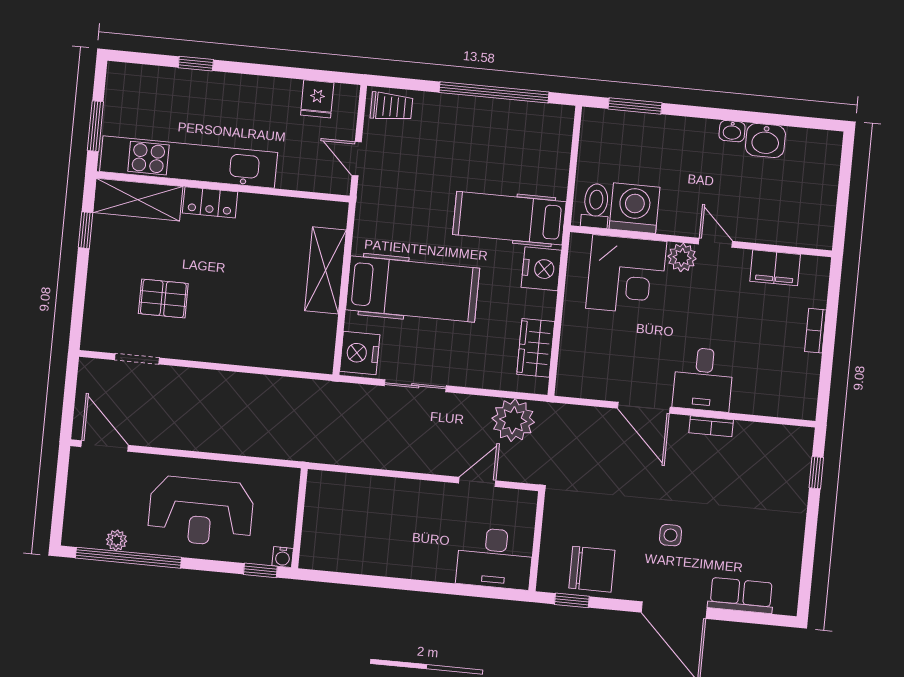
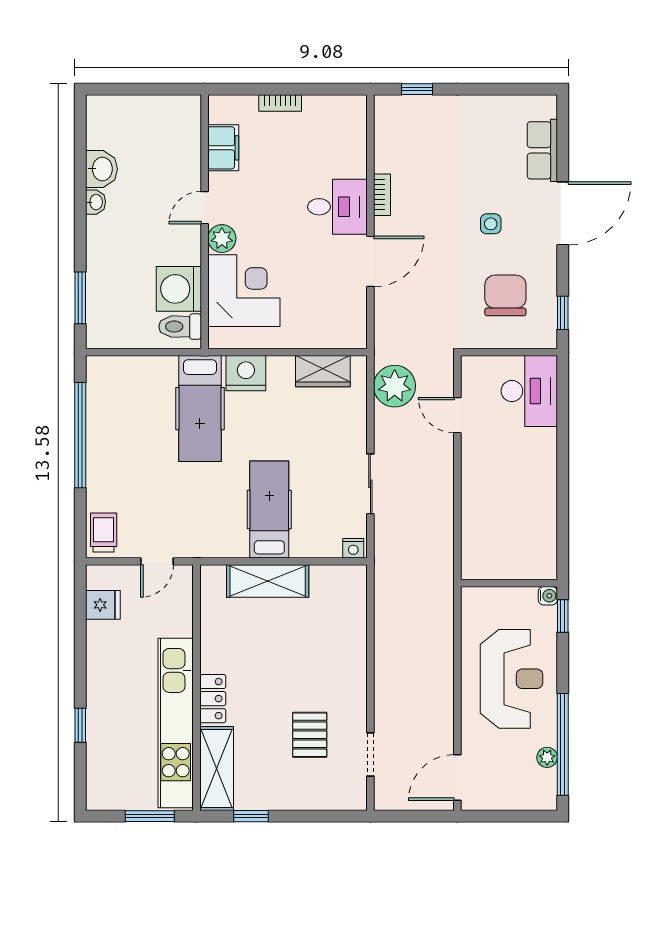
hospital bed: (413, 289) -> (269, 509), width x0.73, depth x0.78
nightstand: (360, 353) -> (353, 548), width x0.53, depth x0.56
chair: (592, 569) -> (505, 295), moved

